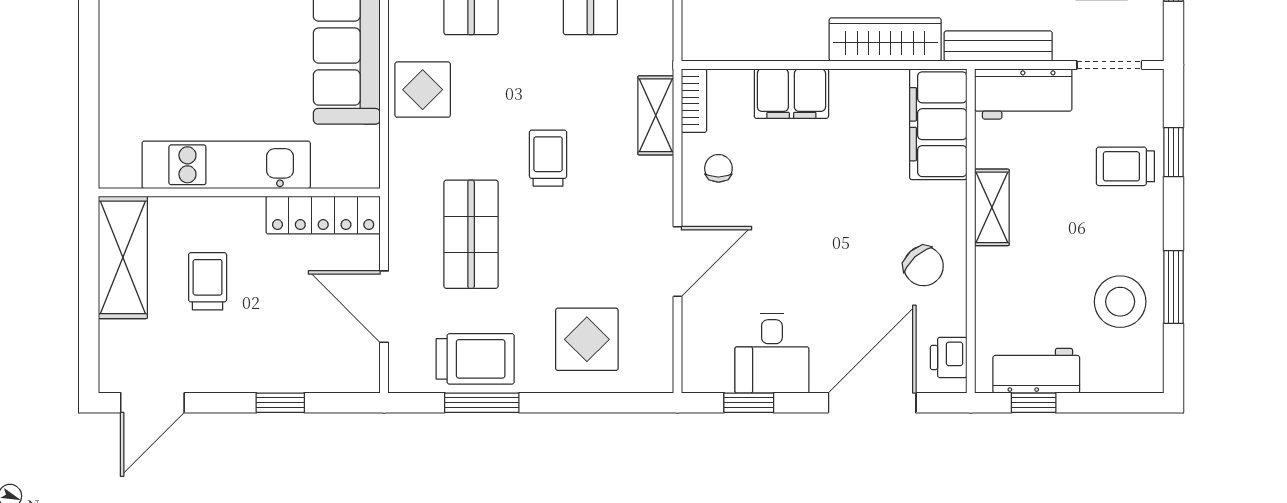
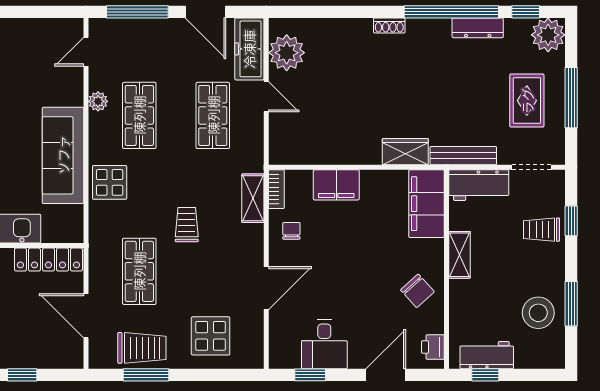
wardrobe: (885, 40) -> (405, 152), width x0.67
door: (872, 403) -> (386, 375), width x0.73

